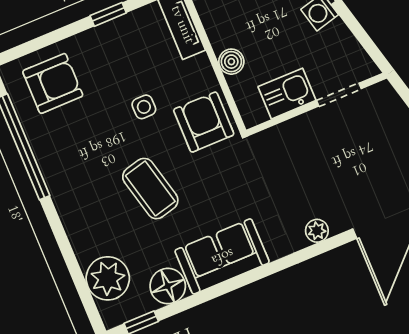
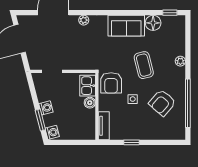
armchair: (53, 83) -> (162, 103), moved, turned -49
kitchen sink: (287, 94) -> (88, 86), moved, turned 90
plant: (108, 278) -> (180, 61), moved, width x0.53, depth x0.53

